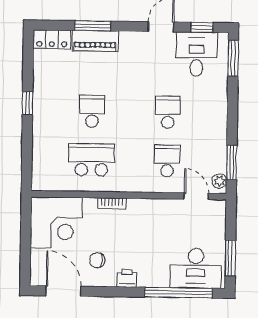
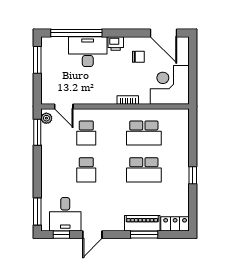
school desk: (92, 111) -> (144, 170), width x1.85
desk: (196, 268) -> (88, 52), moved

